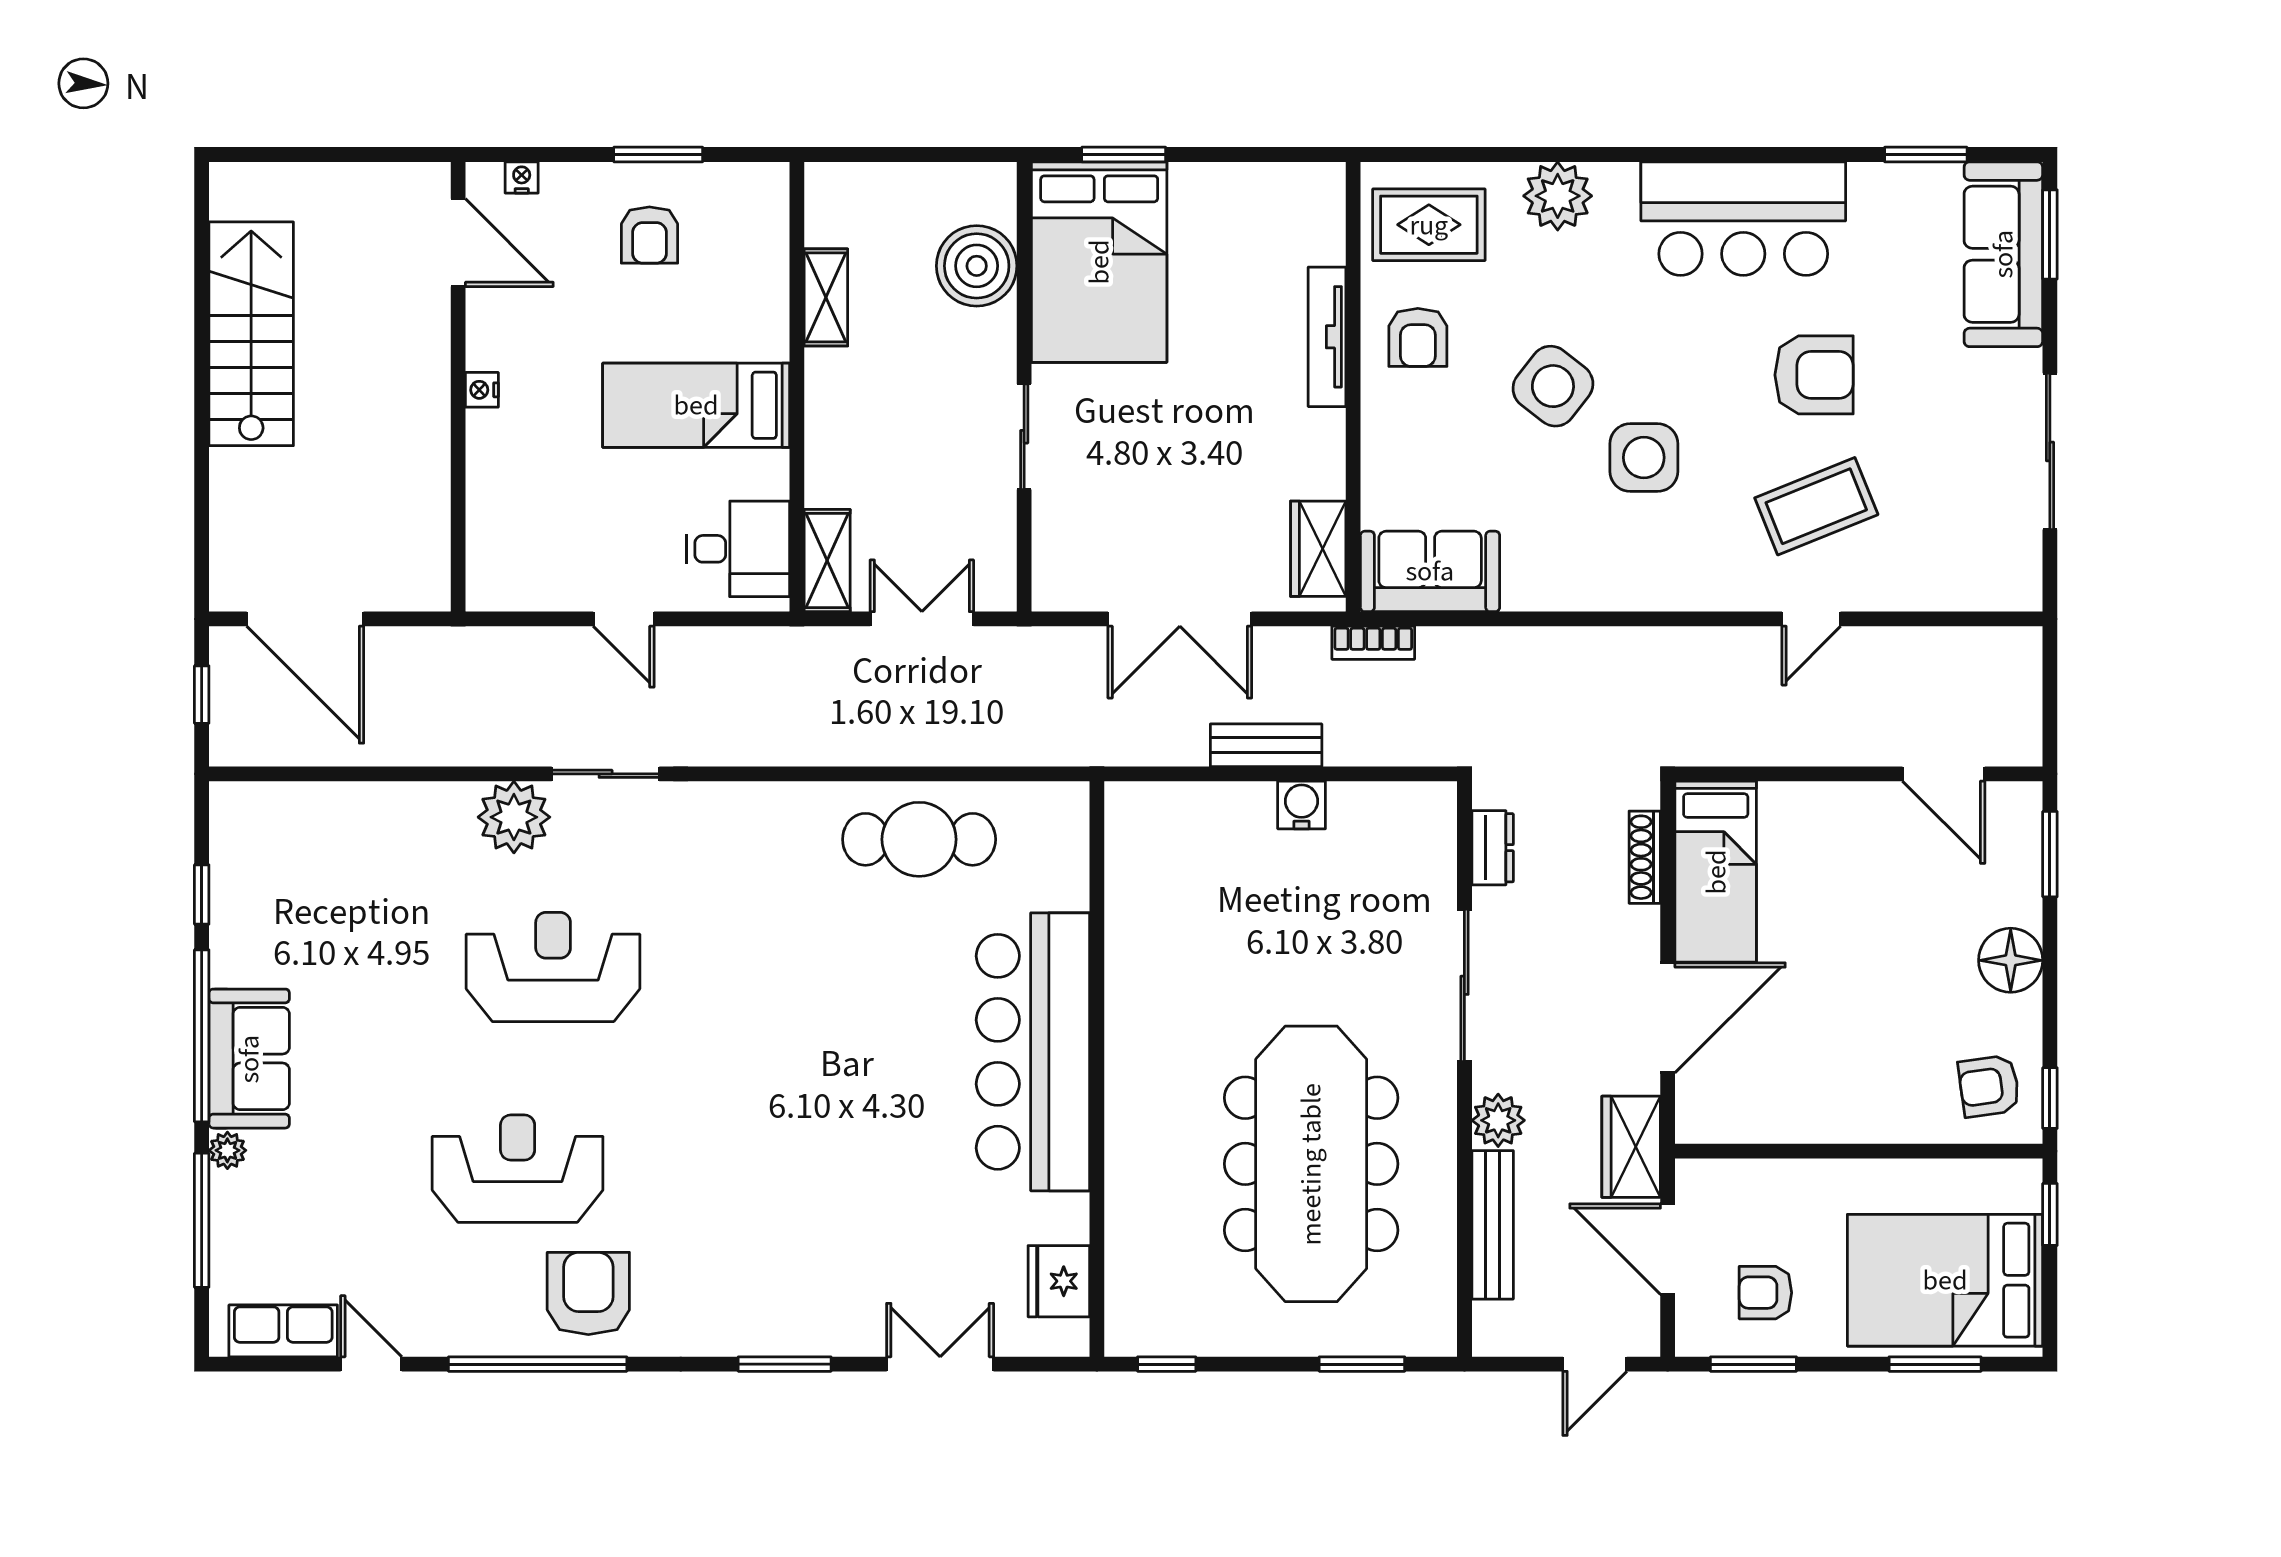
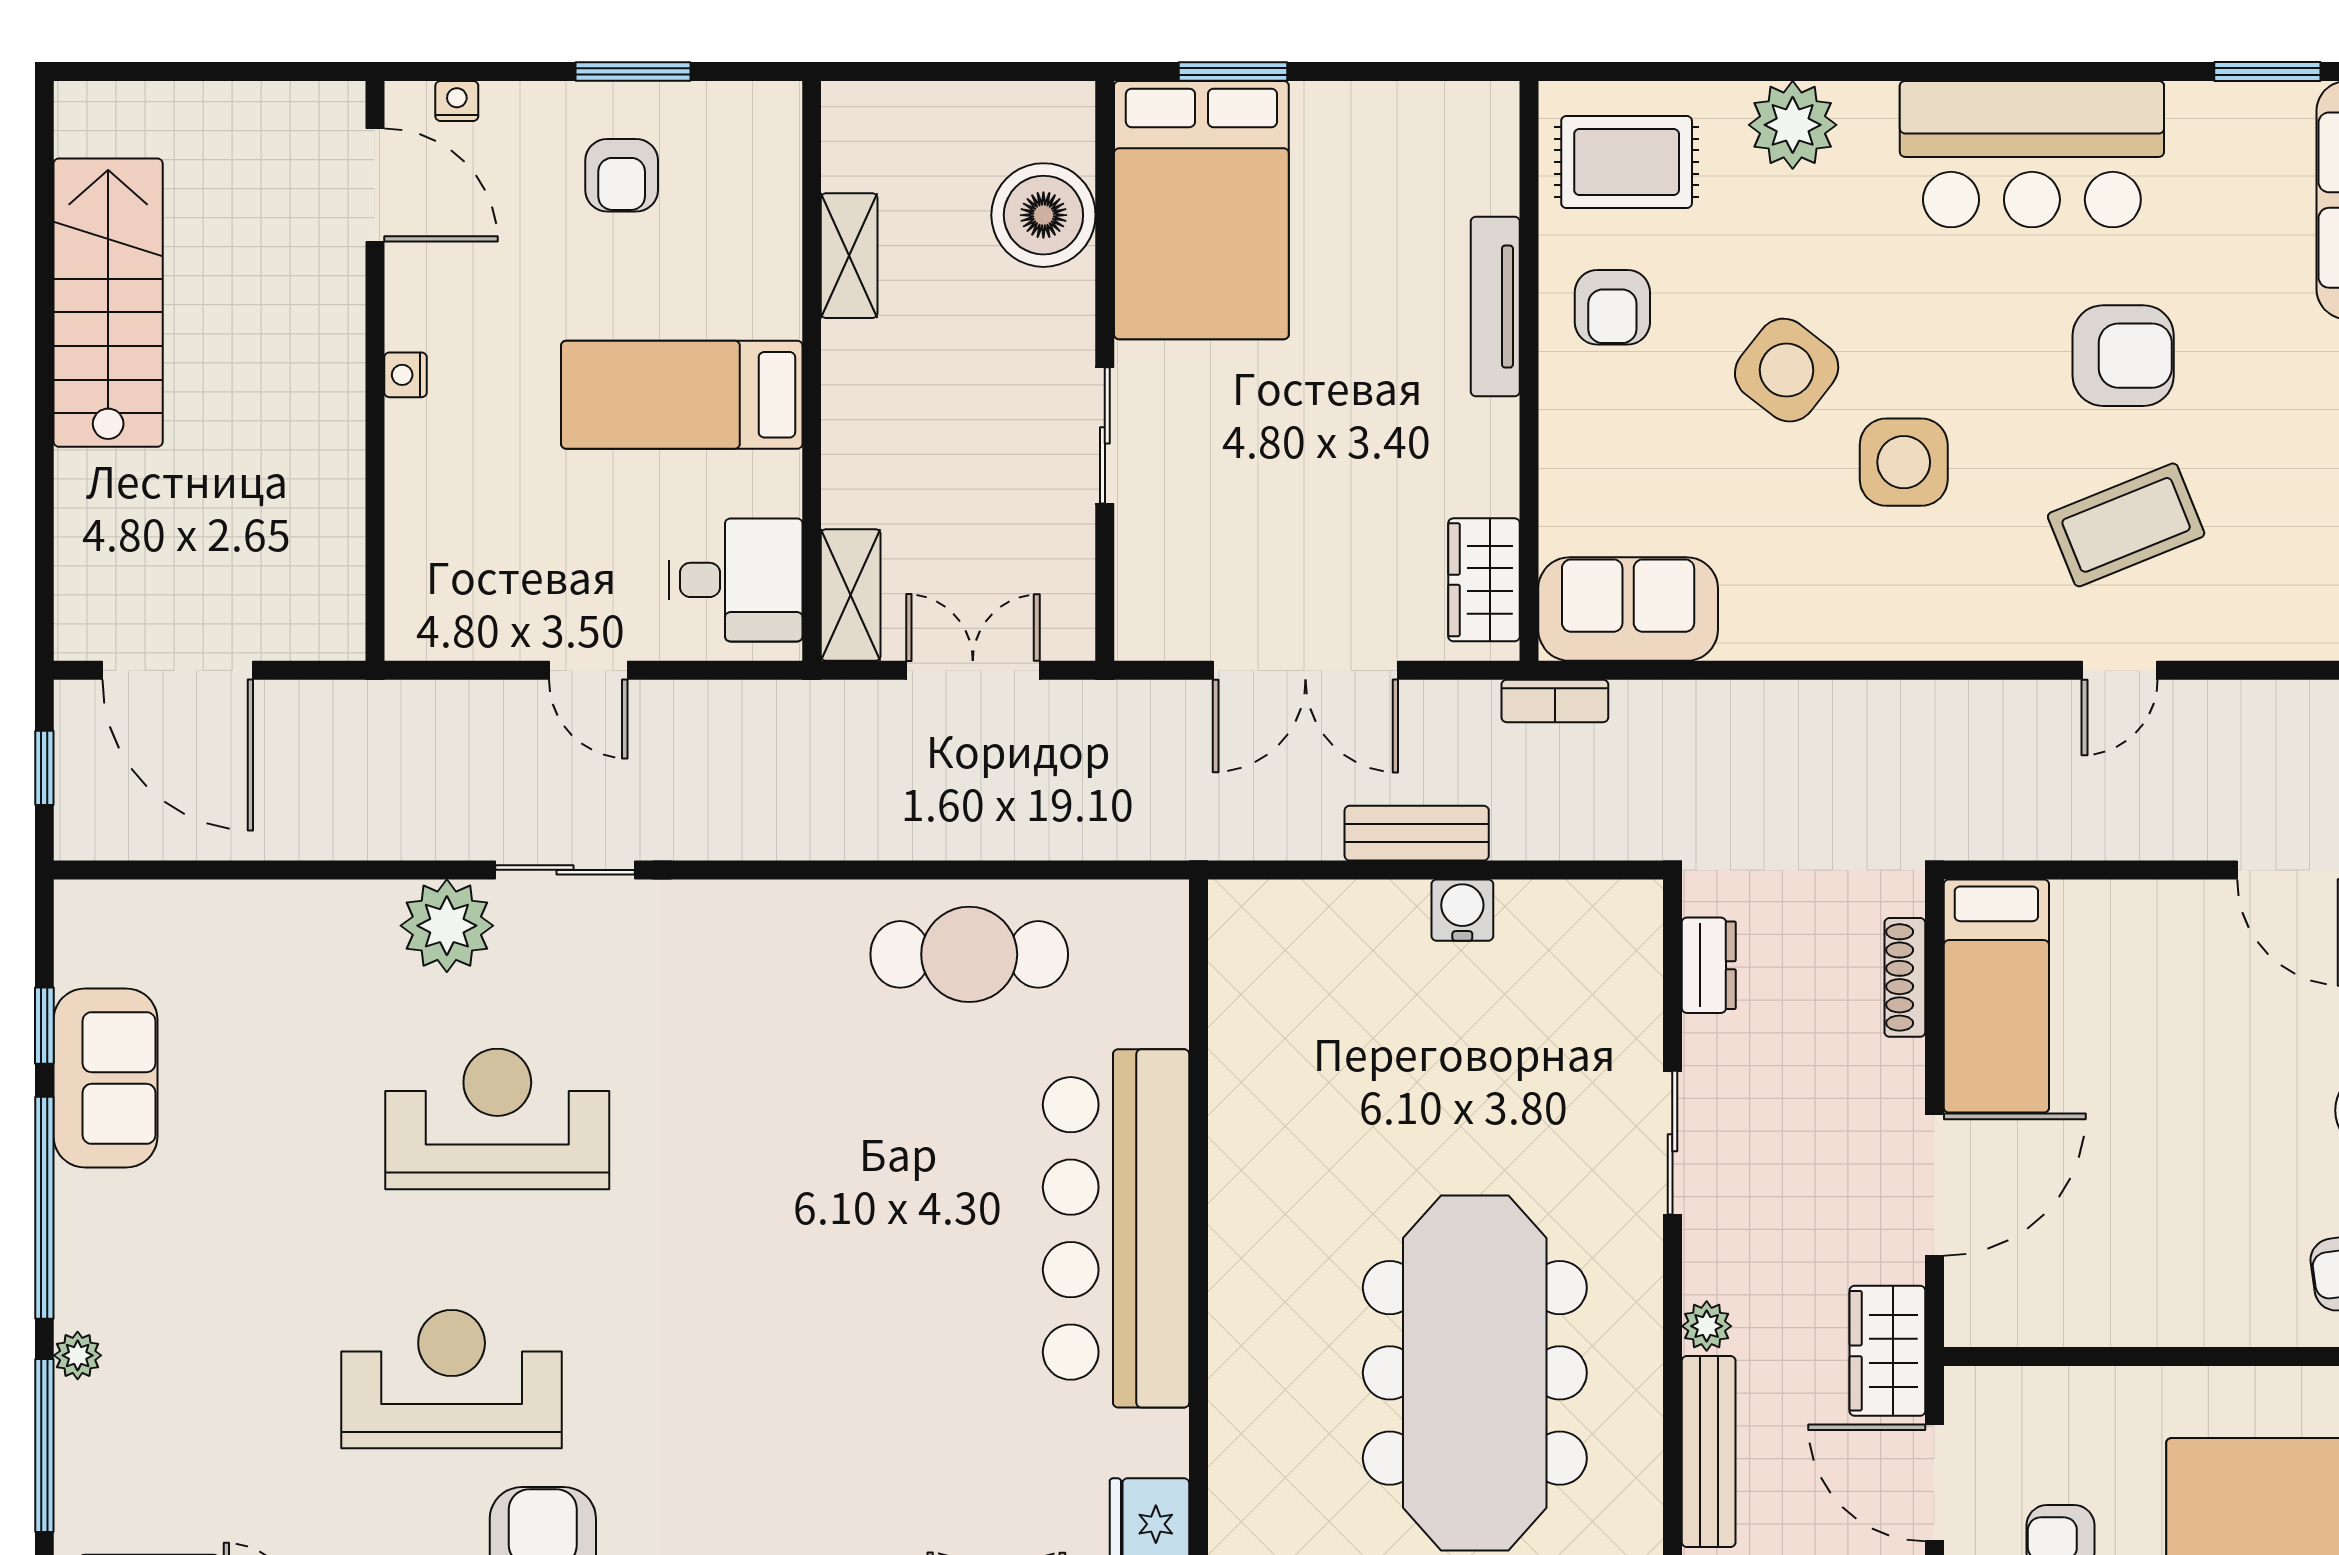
sliding door: (1464, 985) -> (1672, 1143), width x0.73
sofa: (249, 1059) -> (106, 1078), moved
plant: (1498, 1120) -> (1707, 1326), width x0.73, depth x0.73

